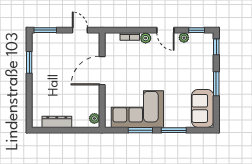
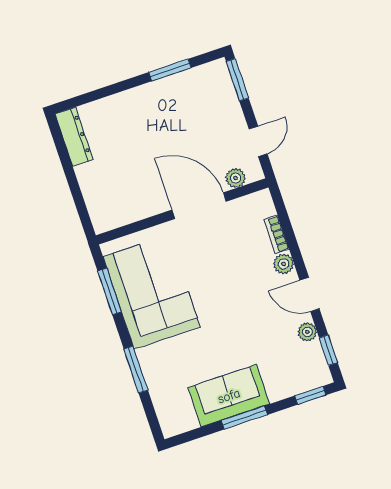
door: (165, 30) -> (310, 294), hinge flipped
sofa: (203, 108) -> (229, 396), moved
plant: (94, 118) -> (236, 178), moved
dresser: (57, 122) -> (74, 137), moved
window: (140, 130) -> (110, 291), moved

